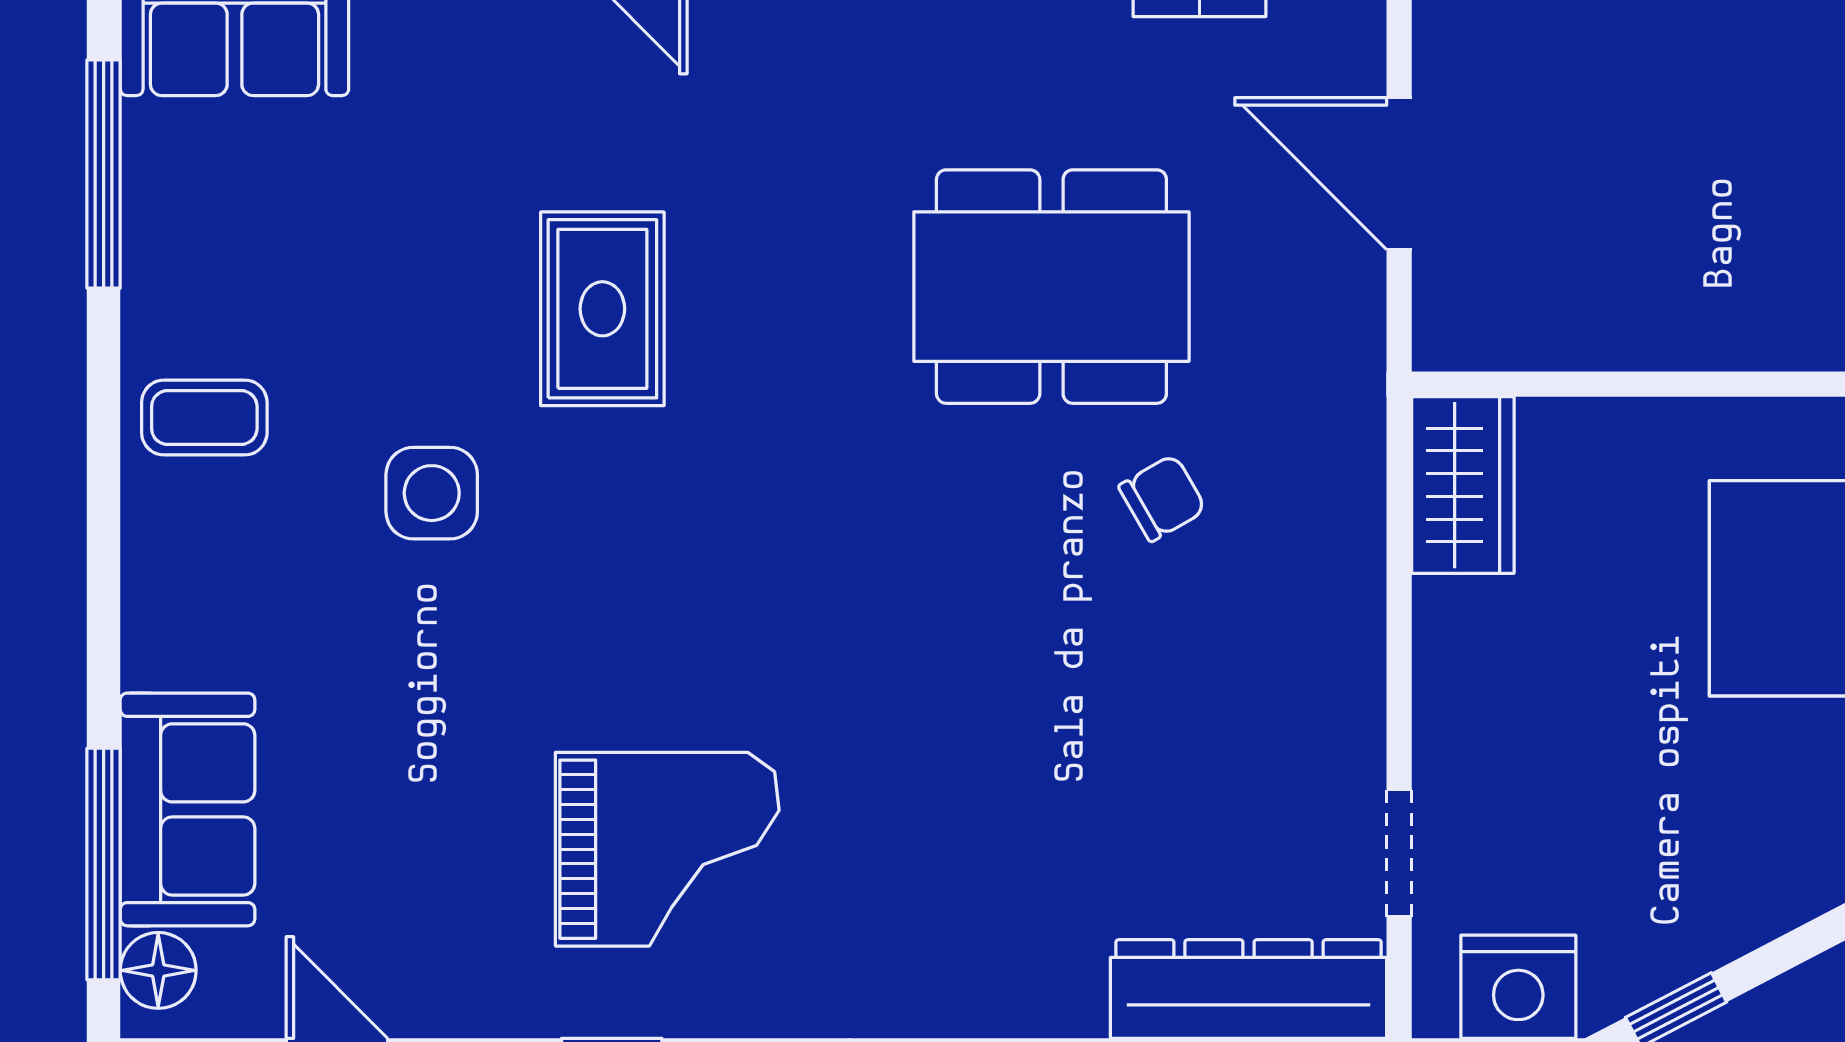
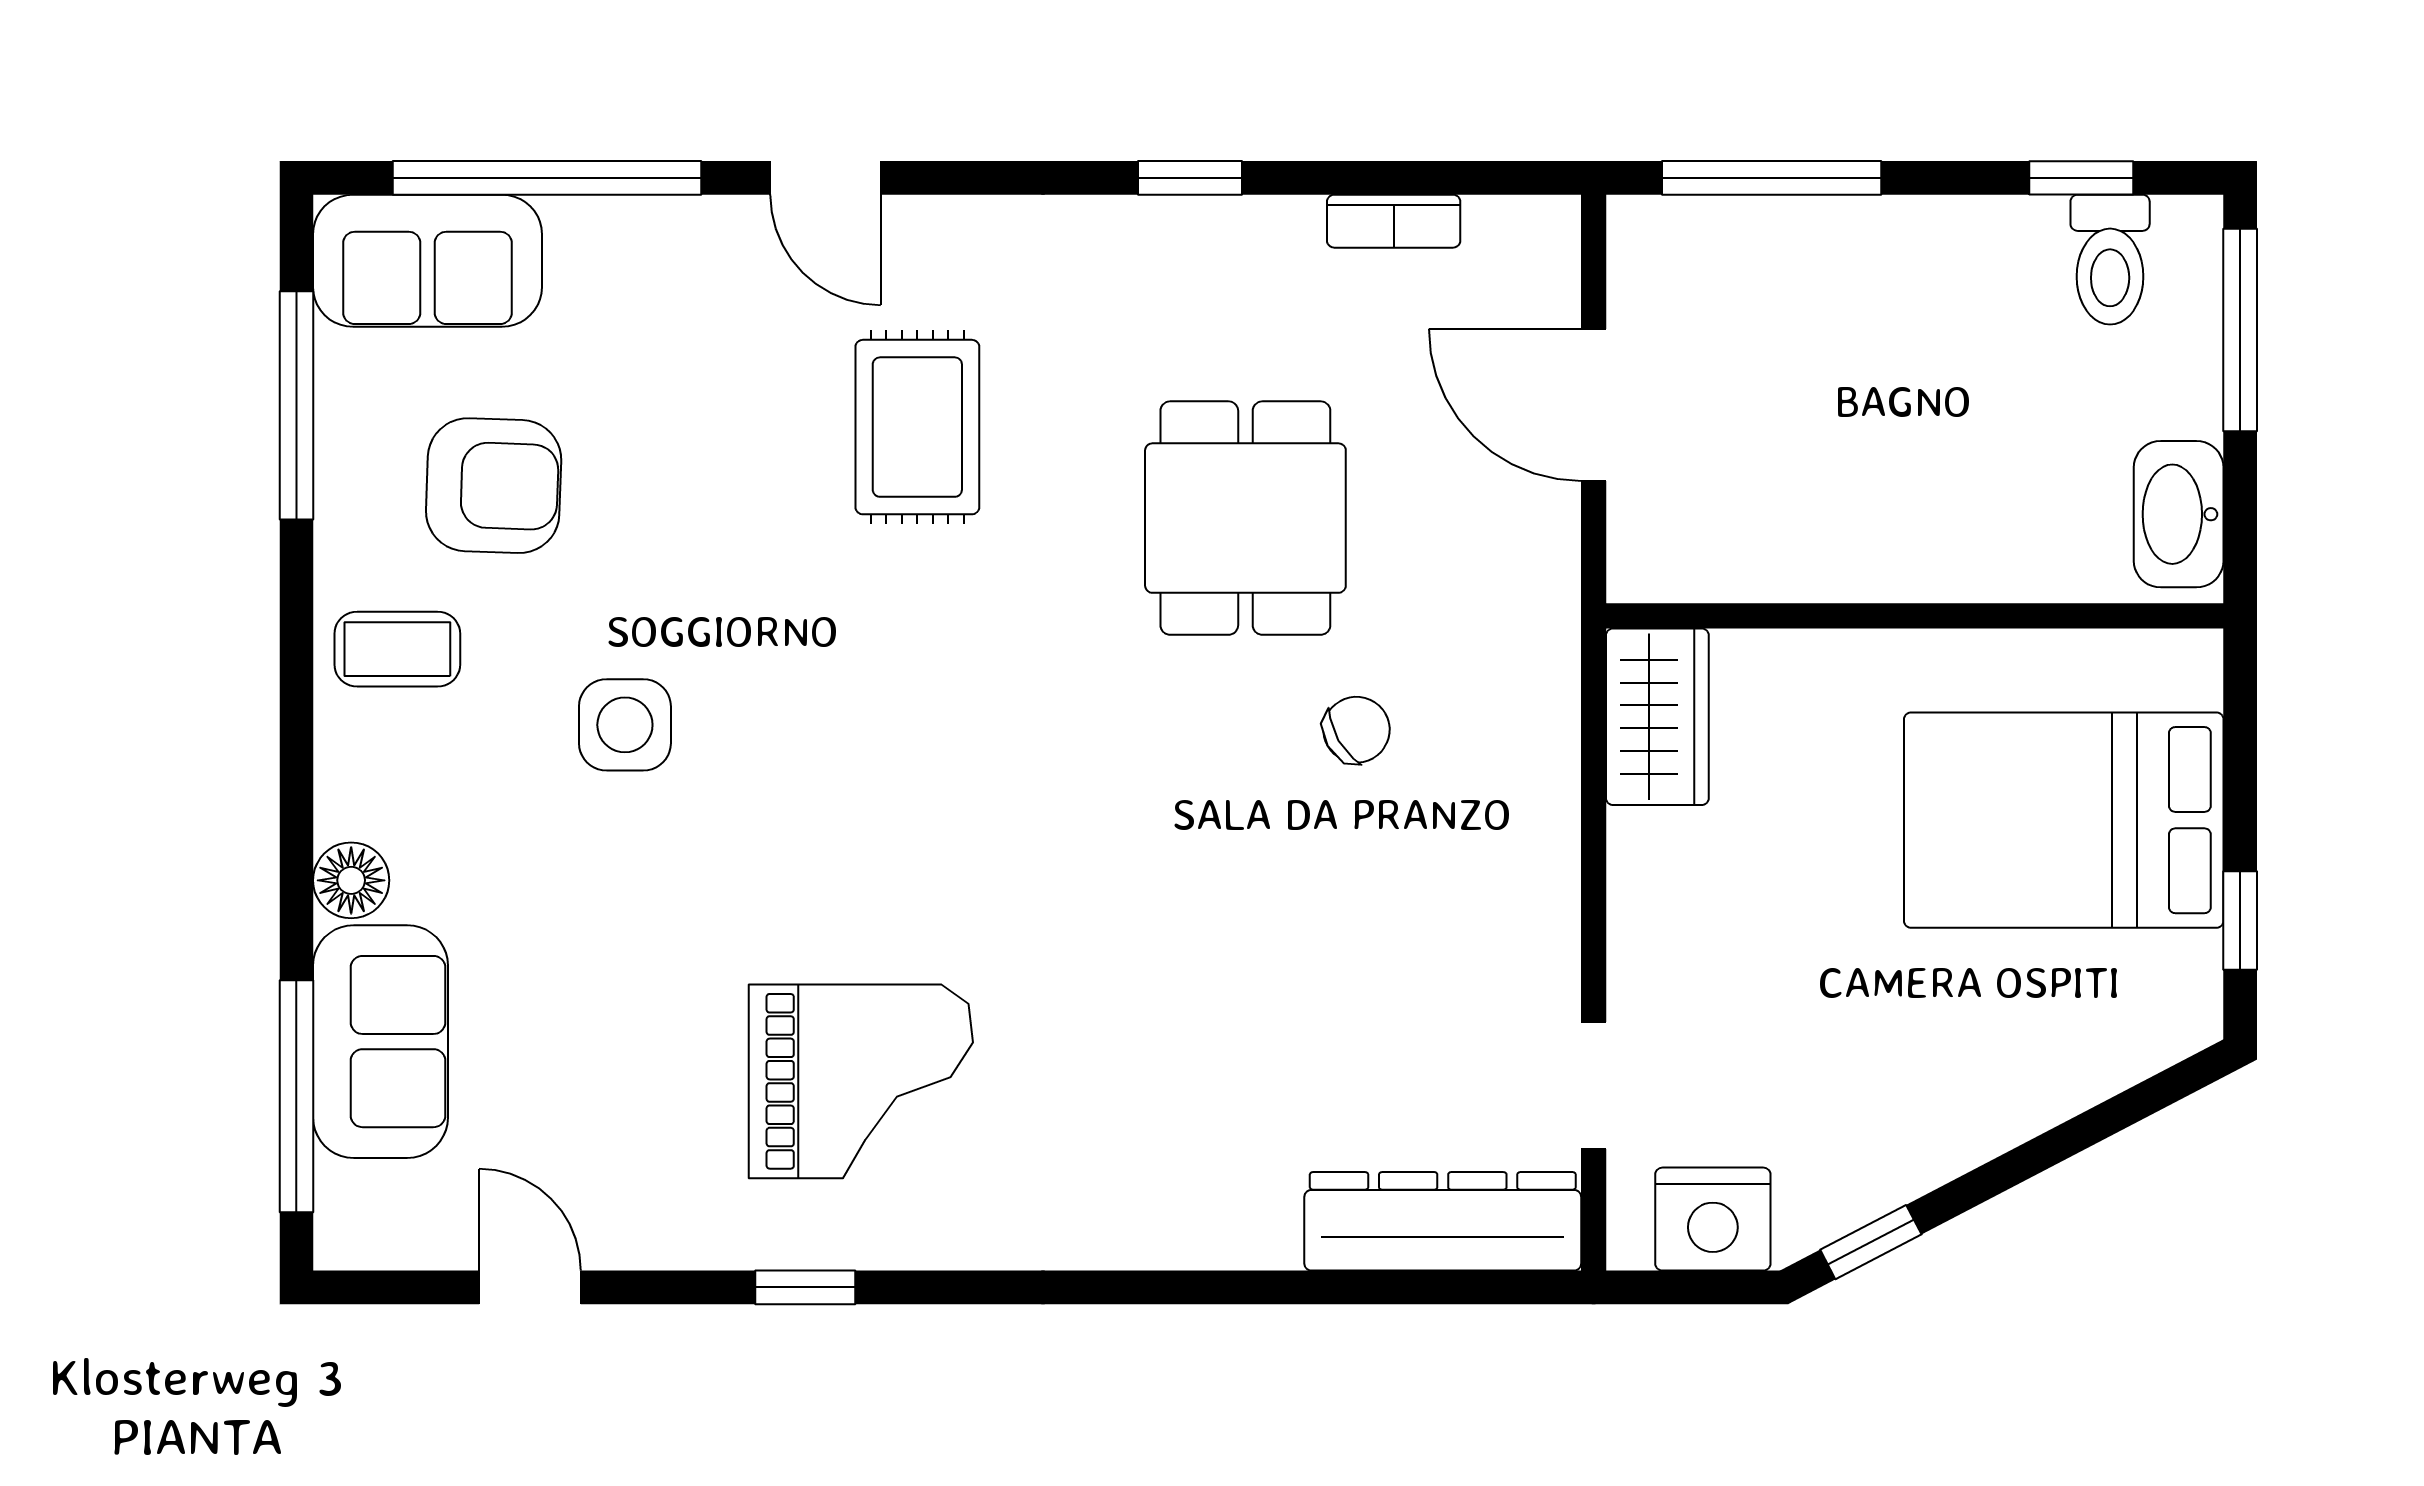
armchair: (300, 254) -> (494, 486), added
dining table: (1051, 287) -> (1245, 518), width x0.73
rug: (602, 309) -> (917, 427), moved
floor lamp: (158, 970) -> (351, 880), moved

